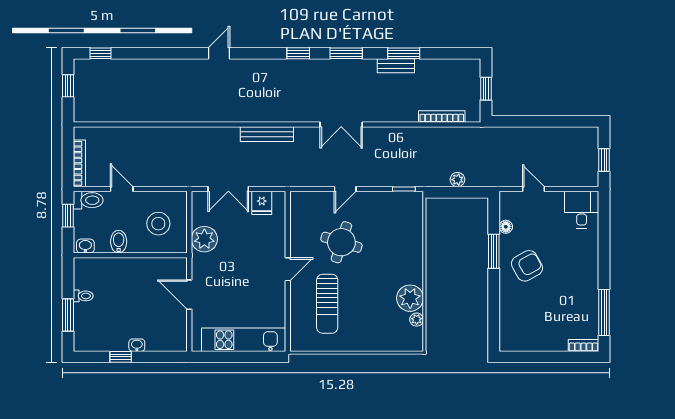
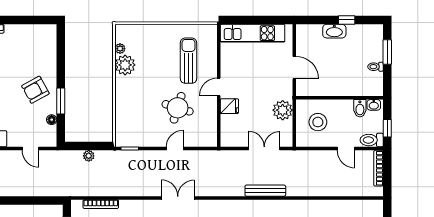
bench: (267, 134) -> (265, 191), moved
fridge: (262, 203) -> (229, 106), moved, turned 90
bidet: (119, 242) -> (360, 108), moved
washbasin: (137, 345) -> (334, 31), width x1.91, depth x1.45

